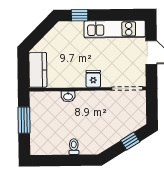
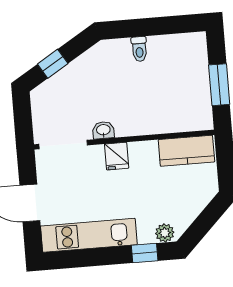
plant: (66, 27) -> (165, 233), added
kitchen counter: (38, 70) -> (186, 151), moved, turned -90
washbasin: (68, 96) -> (103, 130), moved

